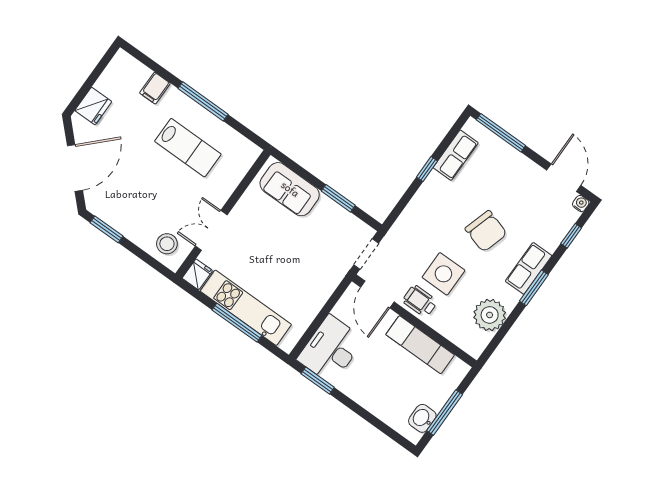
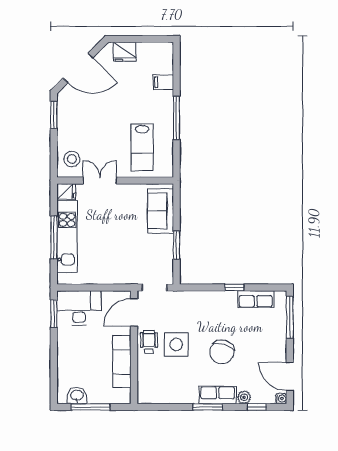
lab bench: (188, 148) -> (142, 147), moved
door: (564, 178) -> (290, 377), swing flipped
plant: (490, 315) -> (244, 397), moved, width x0.53, depth x0.53

